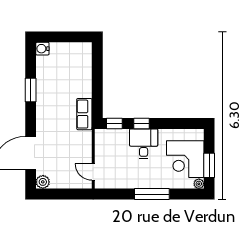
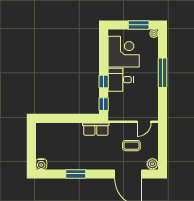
coffee table: (65, 157) -> (131, 146), added
corner desk: (185, 159) -> (124, 52), moved, turned -90

